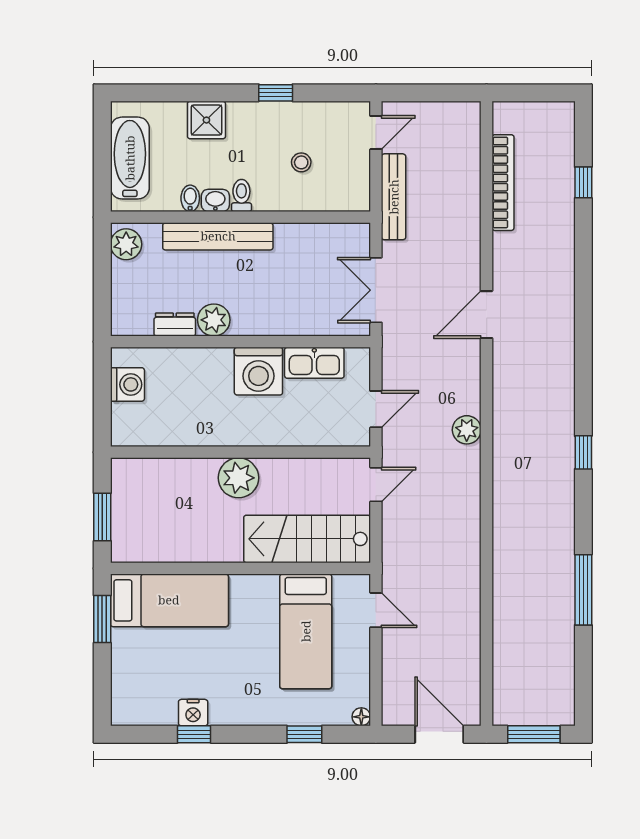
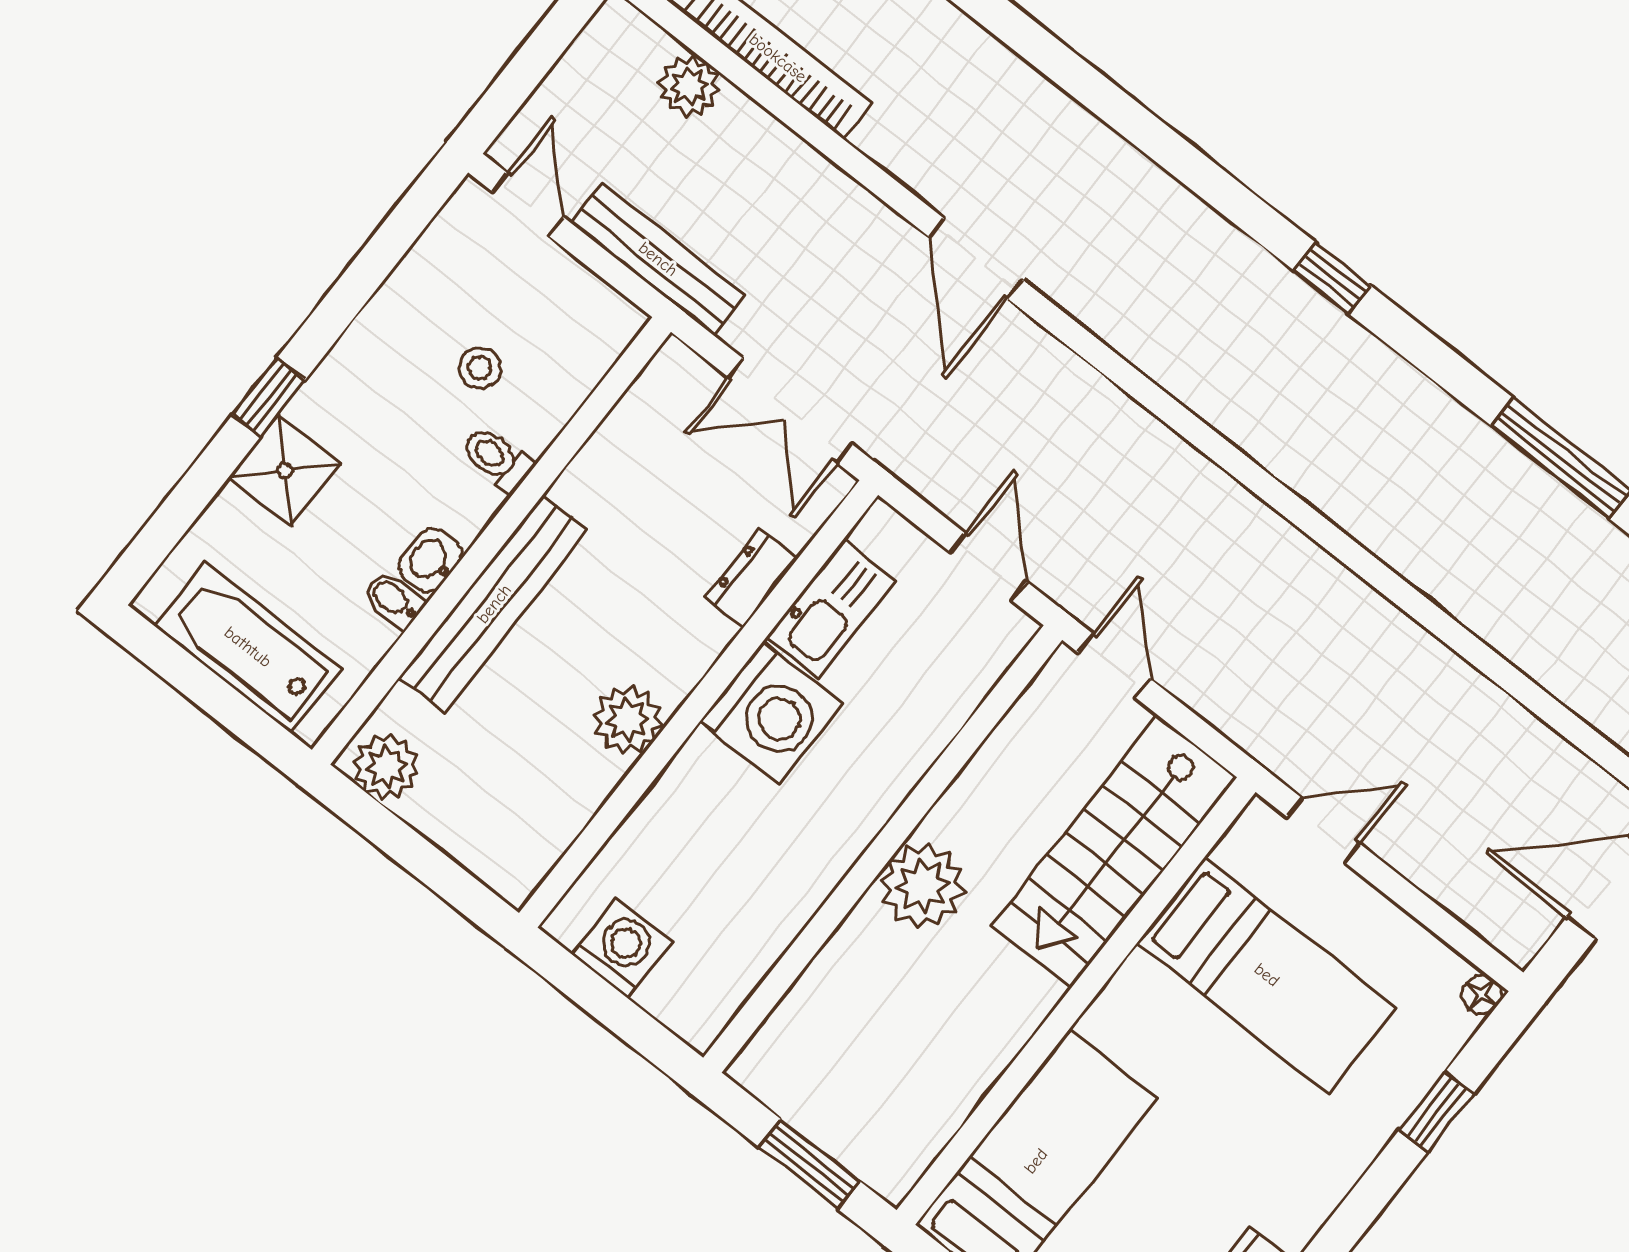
window: (276, 93) -> (269, 397), moved
toilet: (241, 195) -> (497, 459), moved
dresser: (175, 324) -> (751, 578), moved
plant: (467, 430) -> (689, 86), moved

